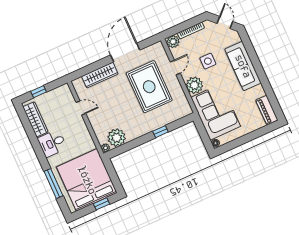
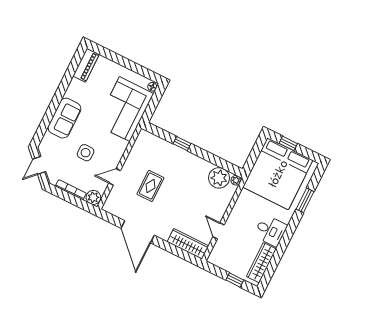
door: (125, 53) -> (138, 232), hinge flipped
sofa: (243, 66) -> (64, 118), width x0.73
wardrobe: (100, 75) -> (188, 244), moved
plant: (194, 85) -> (116, 147), removed
rug: (149, 87) -> (150, 186), width x0.54, depth x0.49
window: (54, 184) -> (305, 200), width x0.69

